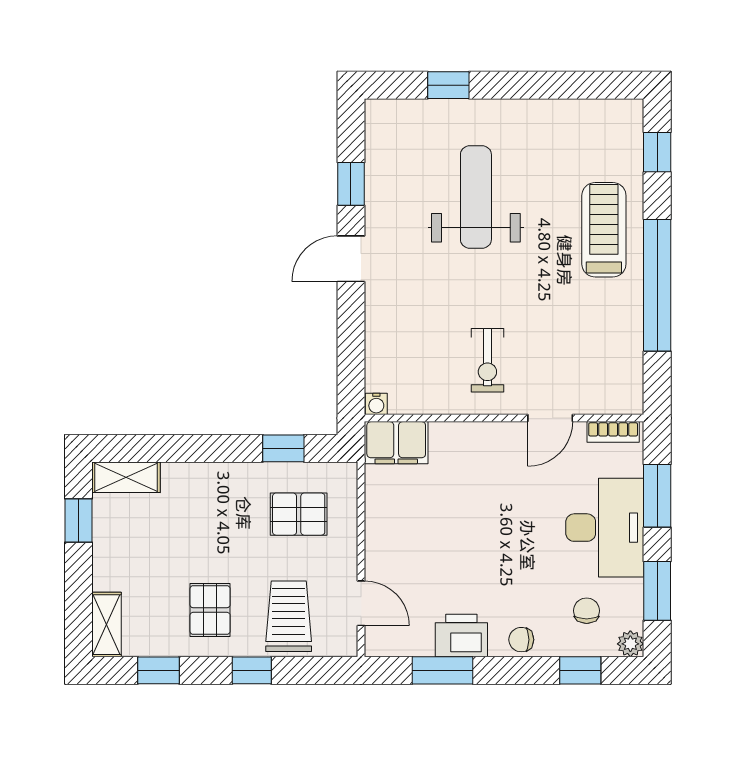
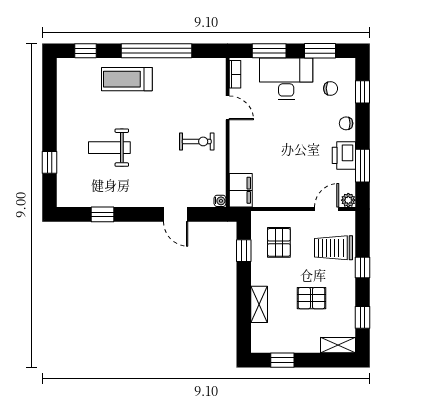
weight bench: (476, 197) -> (109, 148), width x0.73, depth x0.75
door: (351, 259) -> (176, 214), moved
shelving: (126, 477) -> (259, 304), moved
pallet: (210, 610) -> (311, 298), moved
chair: (587, 611) -> (331, 88), turned 180
chair: (521, 640) -> (346, 123), turned 90
plant: (630, 644) -> (348, 200), moved

